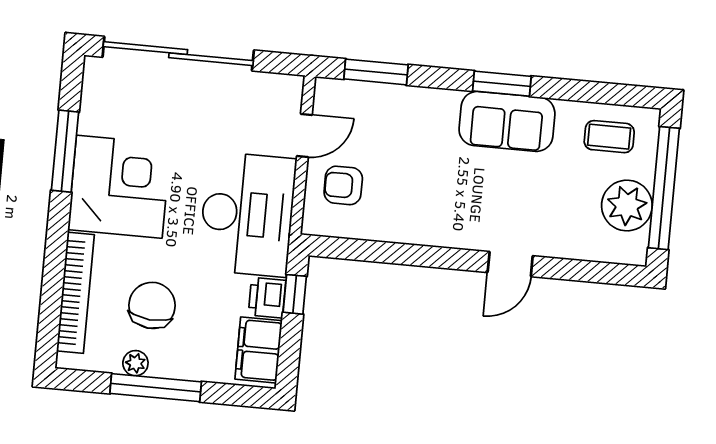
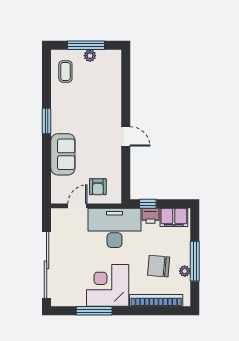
window: (376, 72) -> (47, 177), removed
sofa: (507, 121) -> (63, 154), moved
door: (304, 136) -> (77, 206), hinge flipped
window: (664, 188) -> (86, 45), width x0.68
plant: (627, 206) -> (90, 56), width x0.53, depth x0.53
door: (510, 264) -> (126, 136), moved

